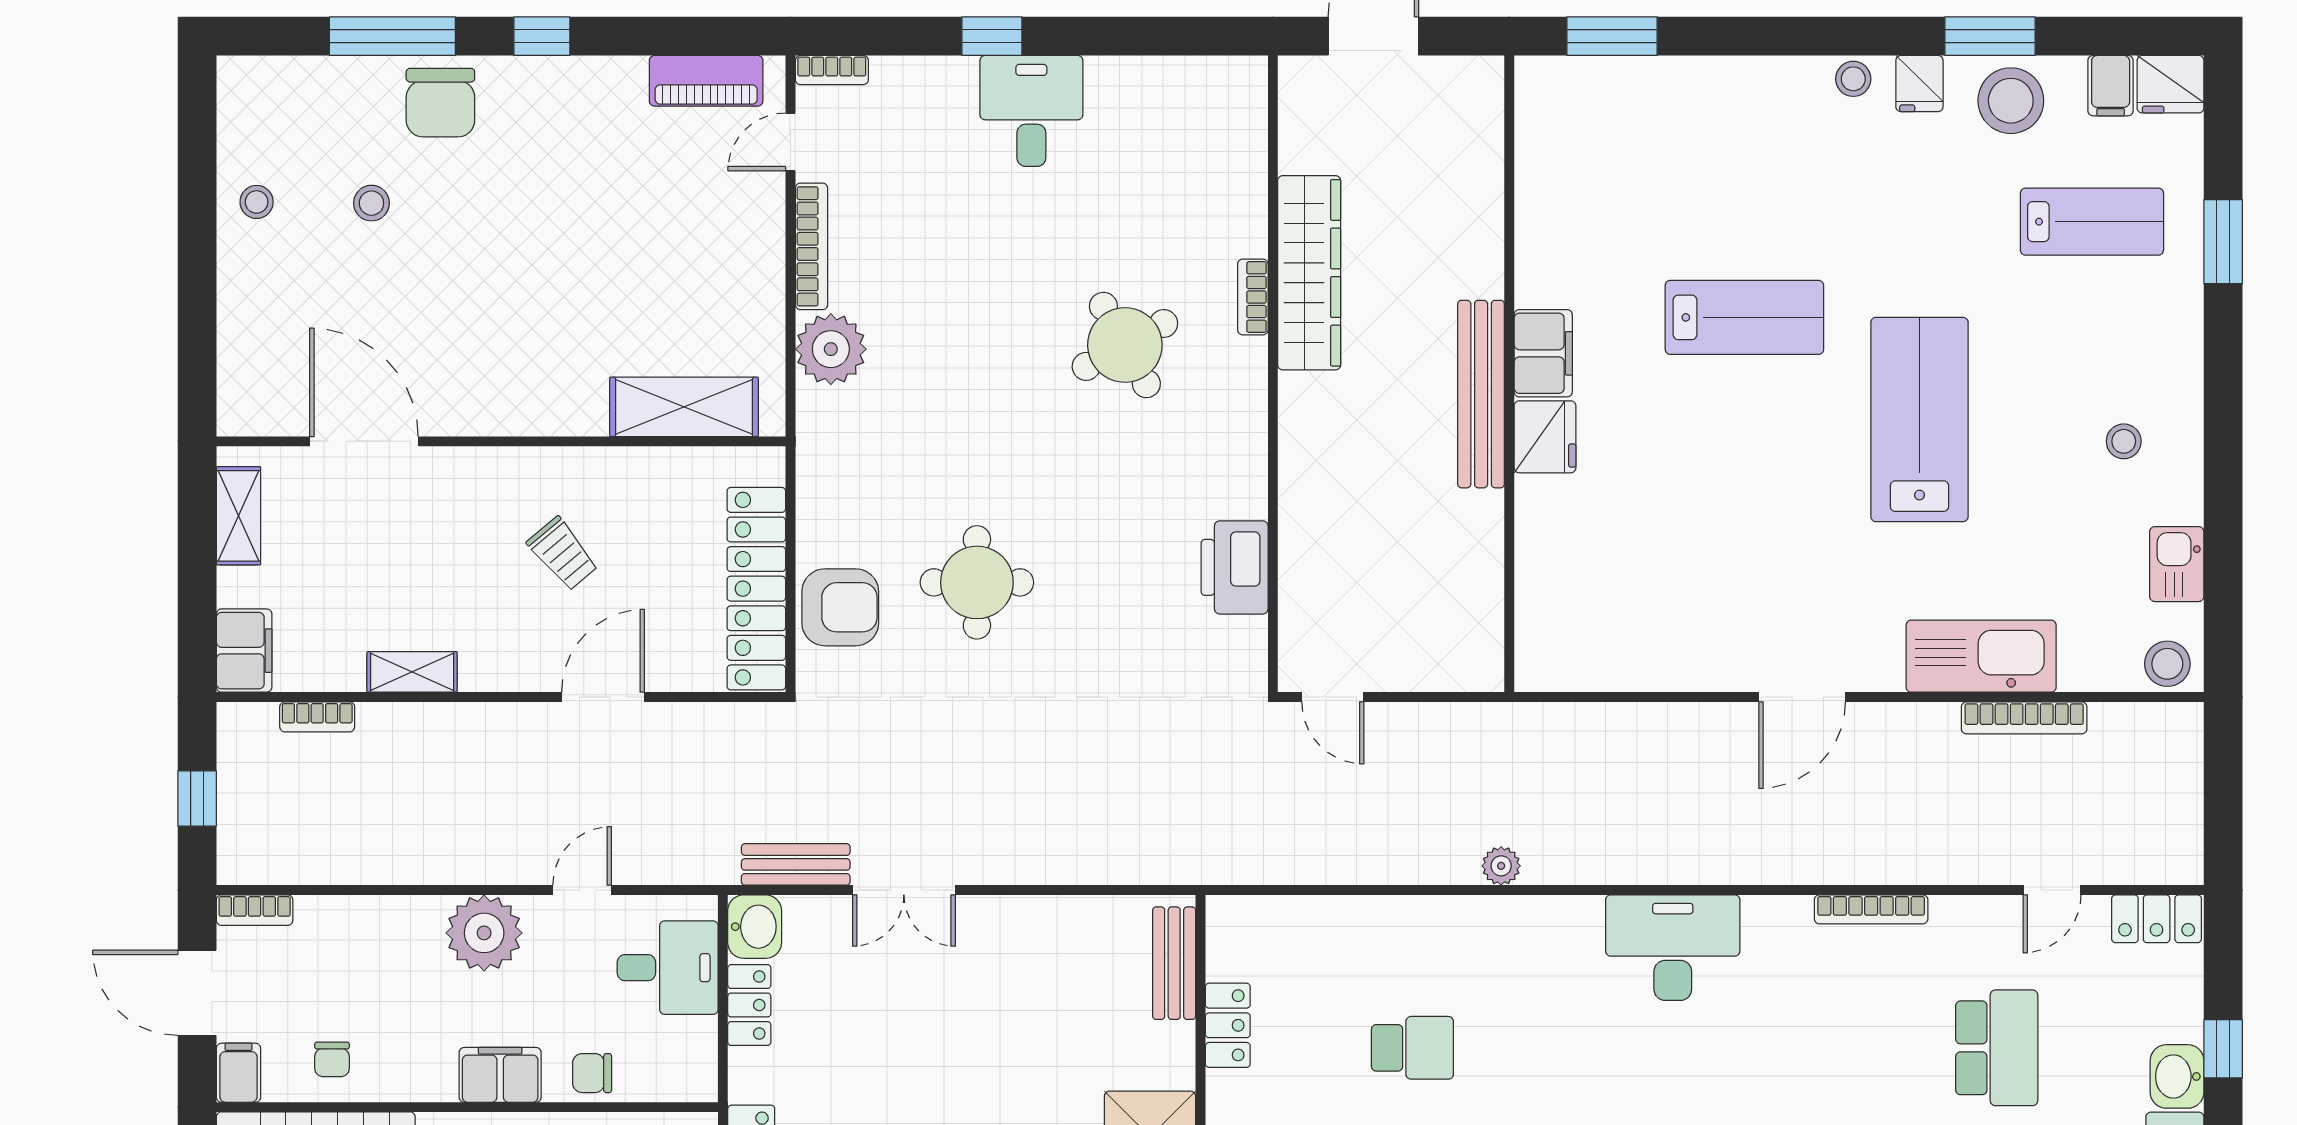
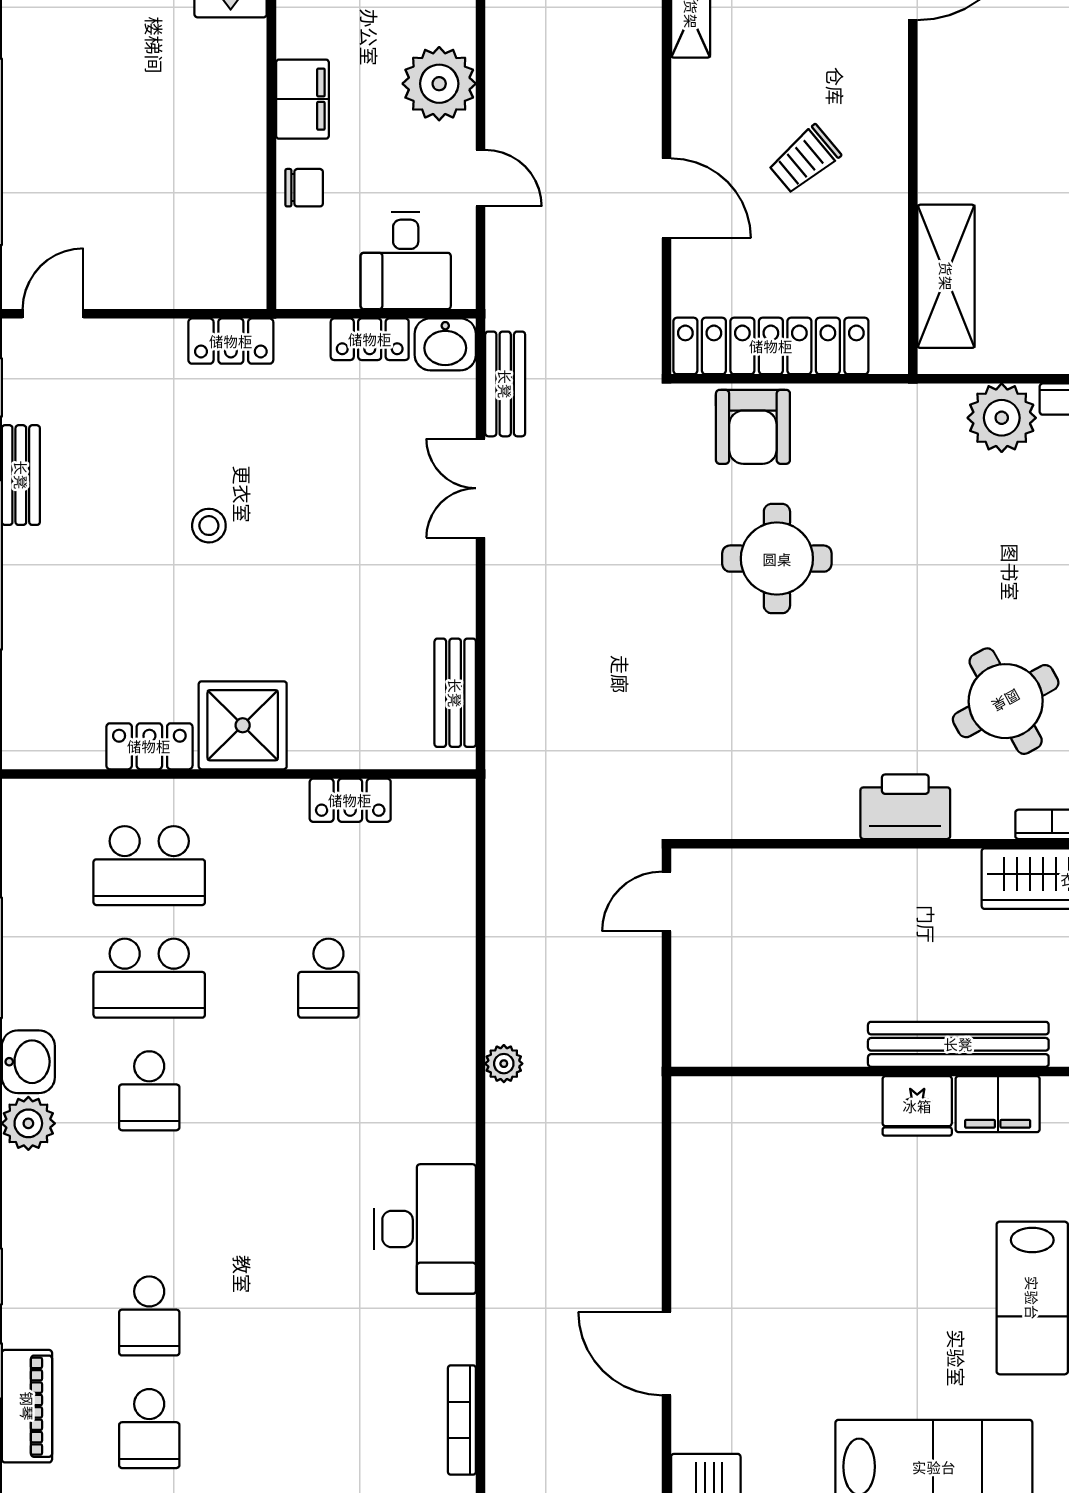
printer: (1235, 567) -> (905, 807), moved
bench: (1174, 963) -> (455, 693), moved, turned 90
chair: (592, 1073) -> (304, 188), turned 90

